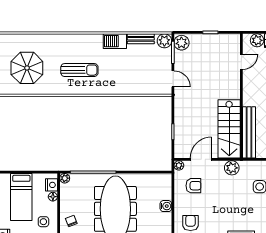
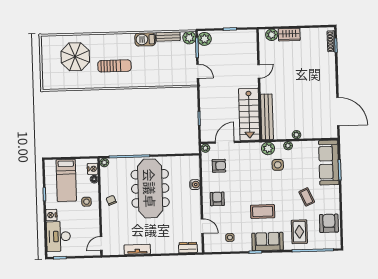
door: (241, 62) -> (259, 71), moved
parasol: (27, 68) -> (75, 57), moved
plant: (232, 168) -> (268, 148), moved

